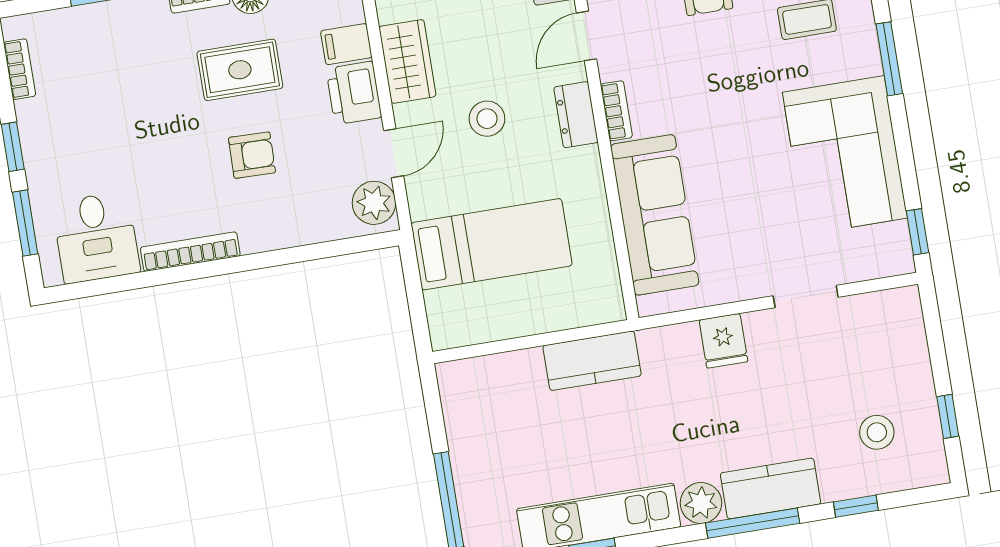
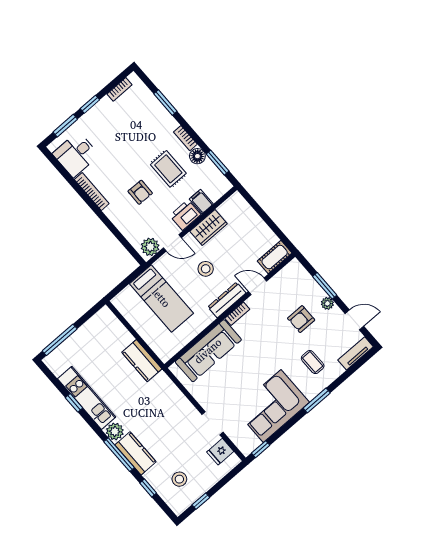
dresser: (576, 115) -> (227, 300), width x1.44
fridge: (723, 341) -> (220, 452), moved

